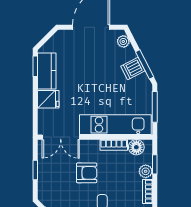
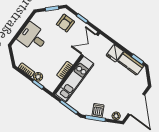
floor lamp: (136, 147) -> (55, 81), removed
armchair: (87, 173) -> (65, 23), moved

